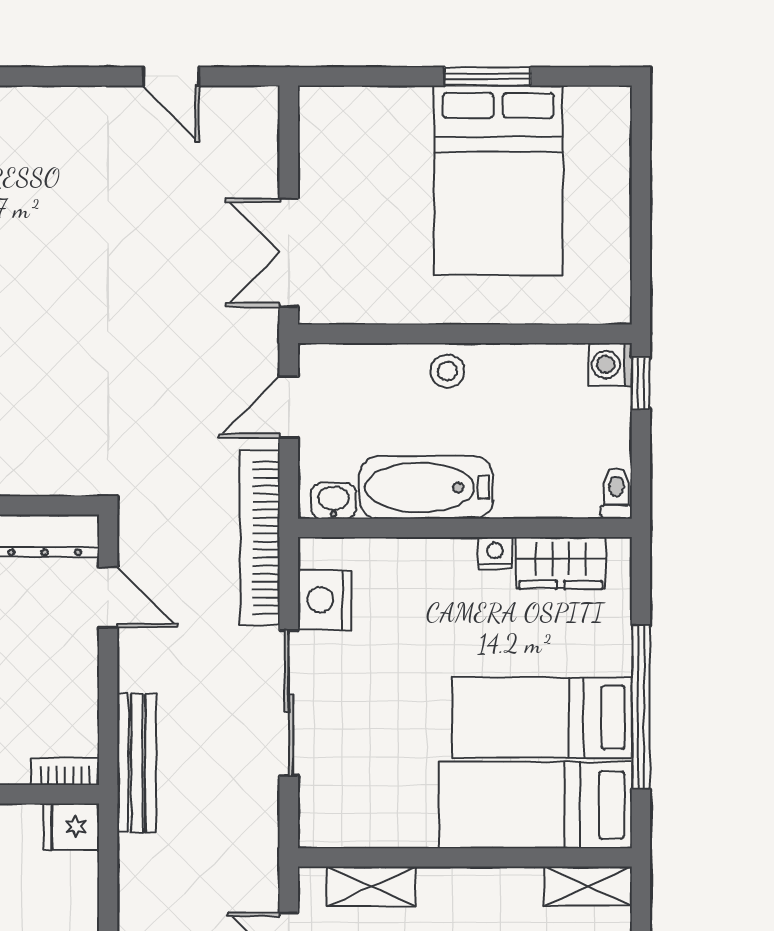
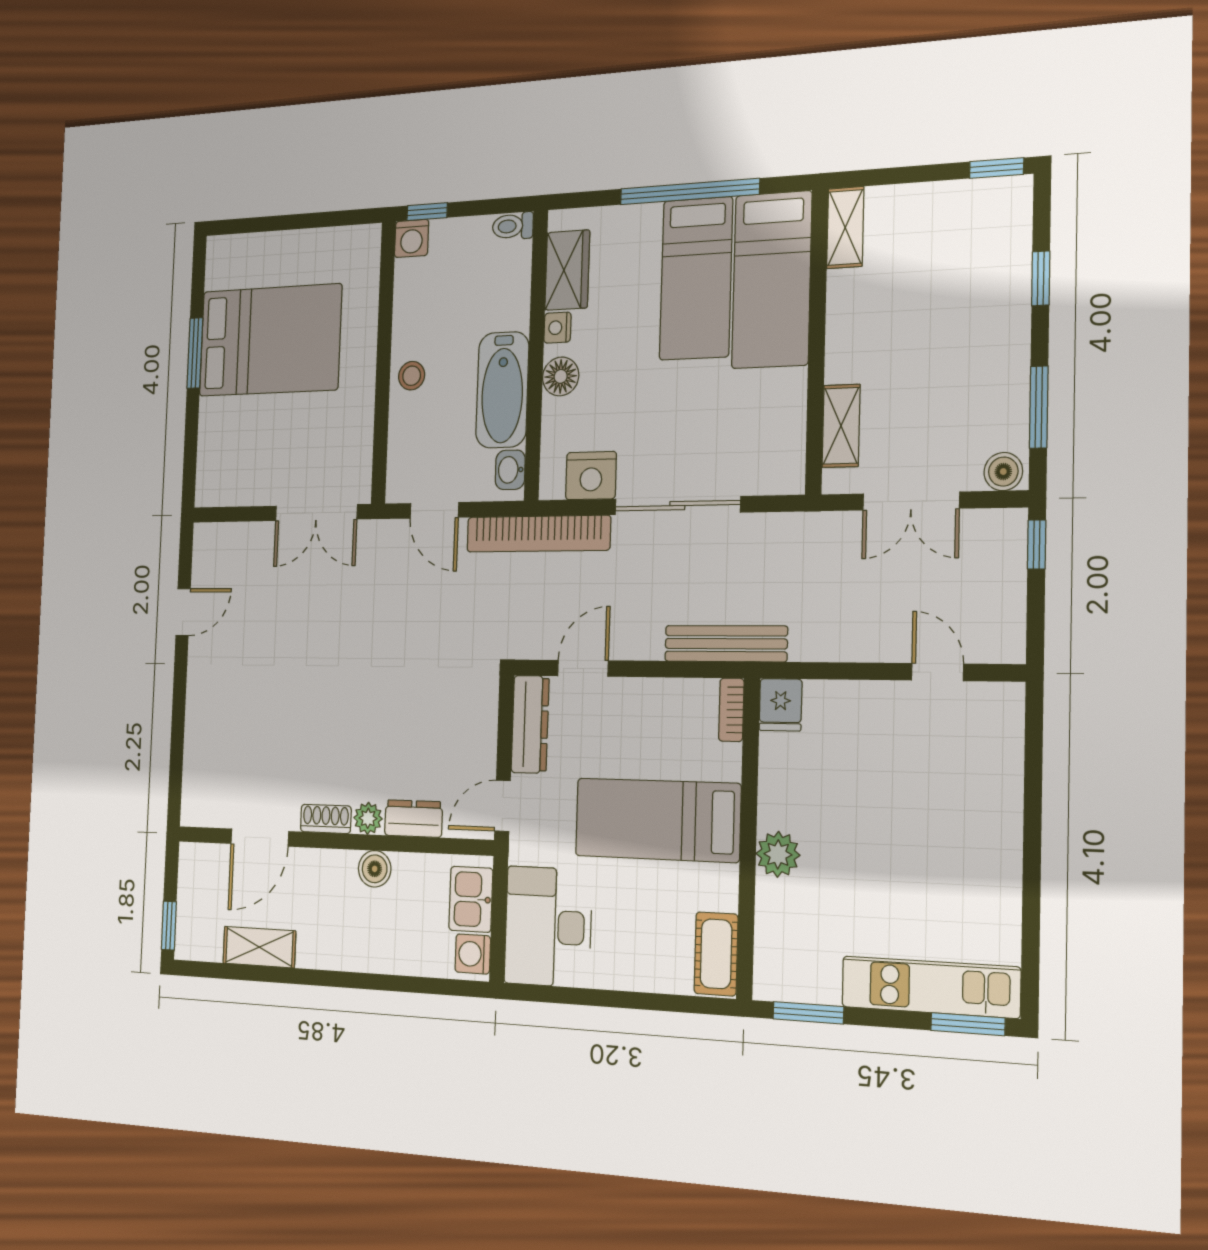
floor lamp: (439, 559) -> (561, 376), added

